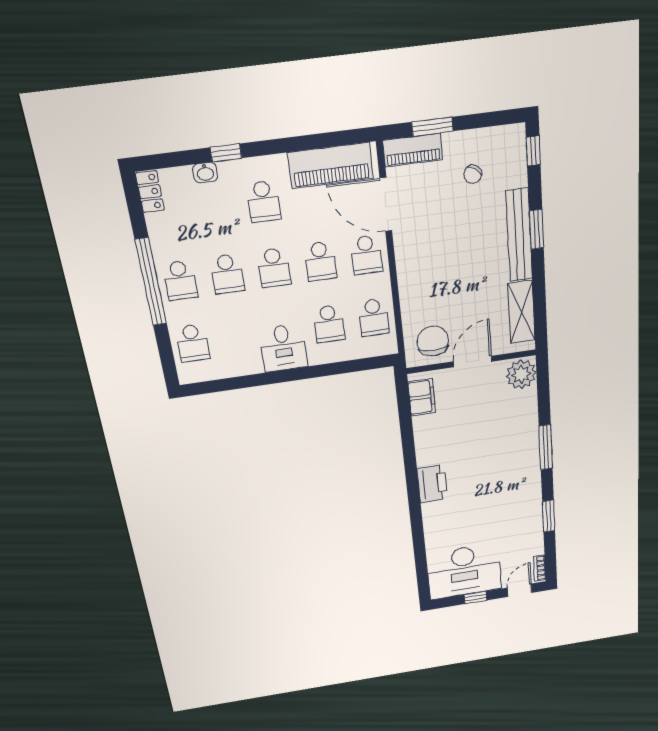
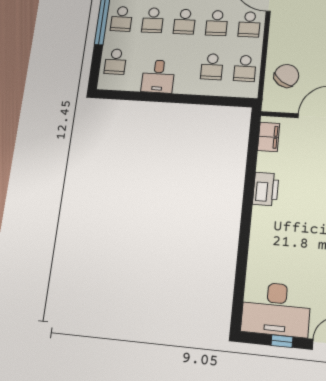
chair: (433, 341) -> (287, 76), moved, turned 34
desk: (283, 348) -> (158, 76), moved
printer: (432, 484) -> (266, 189), moved

